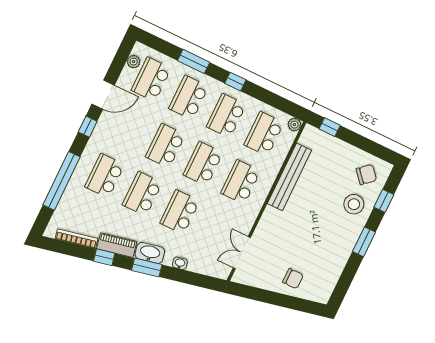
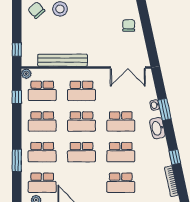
window: (235, 82) -> (17, 97), moved
piano: (117, 245) -> (163, 153), removed
double door: (242, 253) -> (128, 68), width x1.37
window: (147, 268) -> (165, 109), moved

